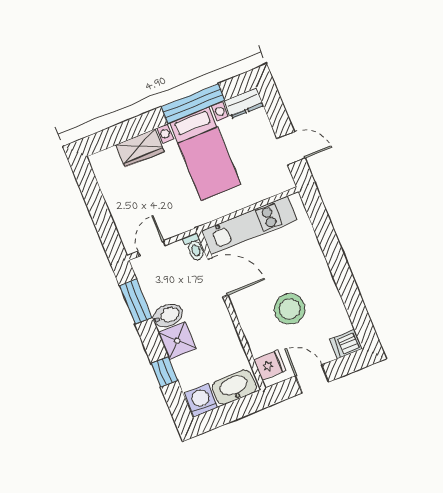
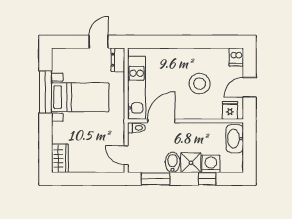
dresser: (244, 103) -> (118, 60), moved, turned 180
wardrobe: (140, 148) -> (60, 158), moved
washing machine: (201, 400) -> (211, 164), moved, turned 90

